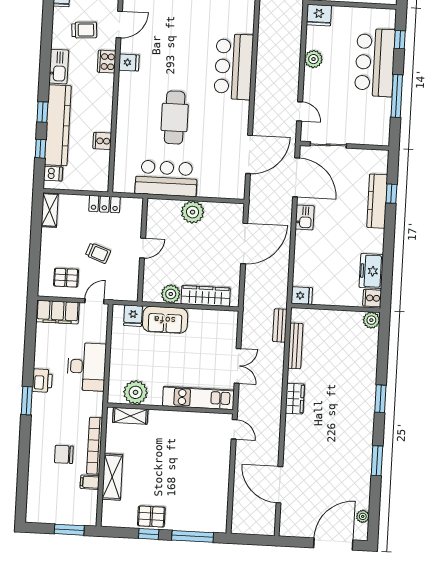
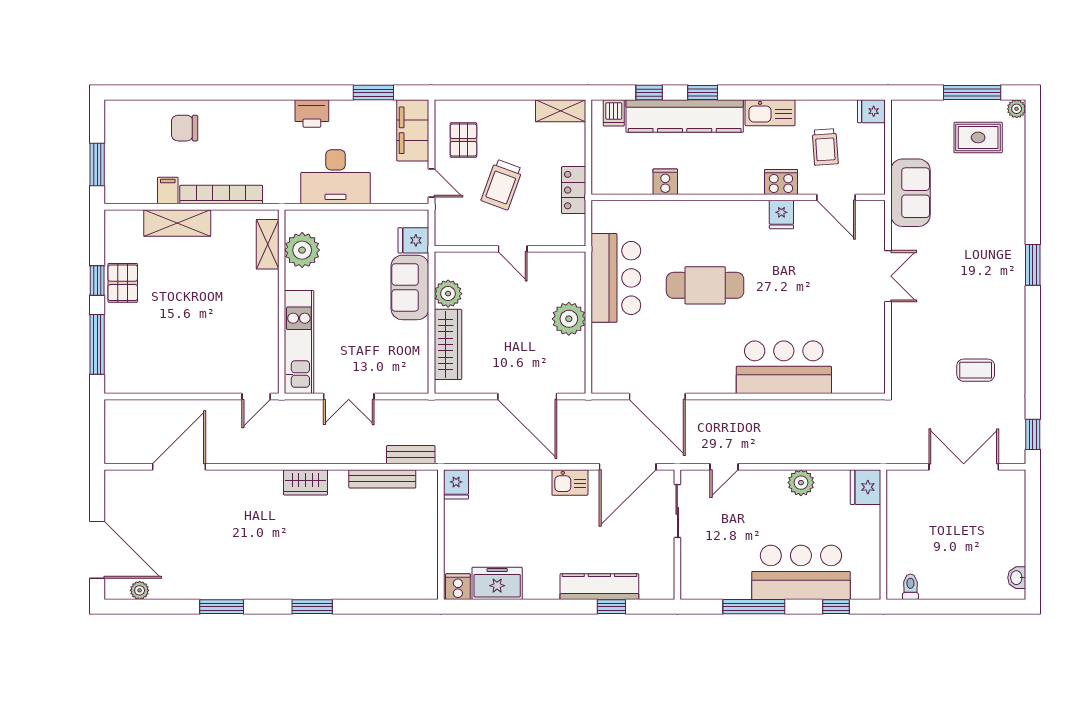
trolley: (98, 253) -> (502, 185), width x1.36, depth x1.39
plant: (371, 320) -> (426, 587), removed
window: (27, 401) -> (373, 93), moved
chair: (64, 454) -> (185, 128), moved, turned -90

